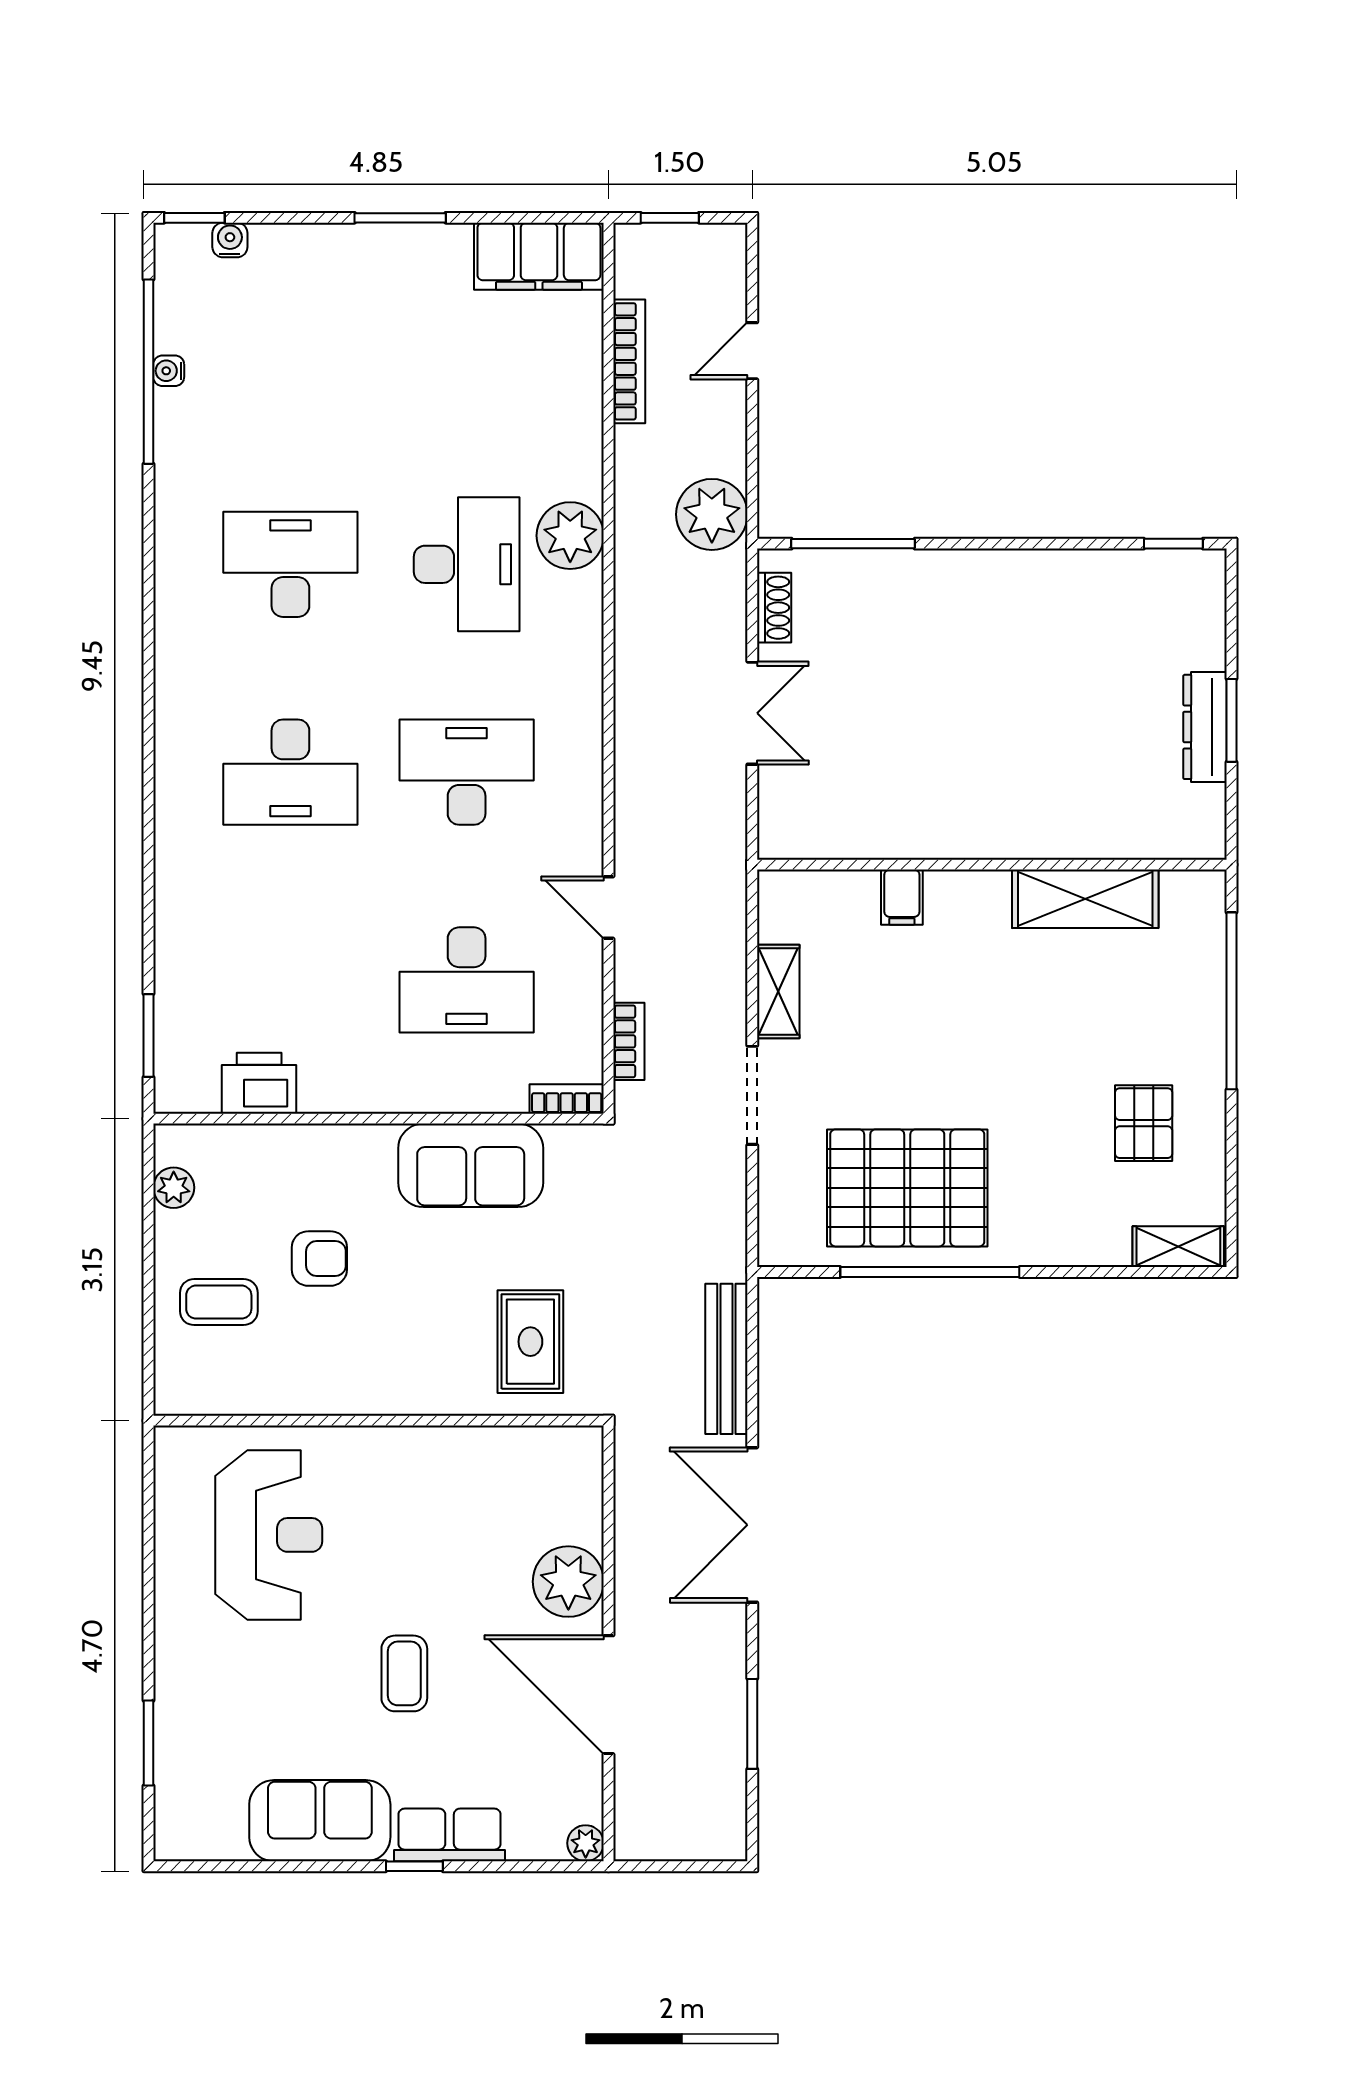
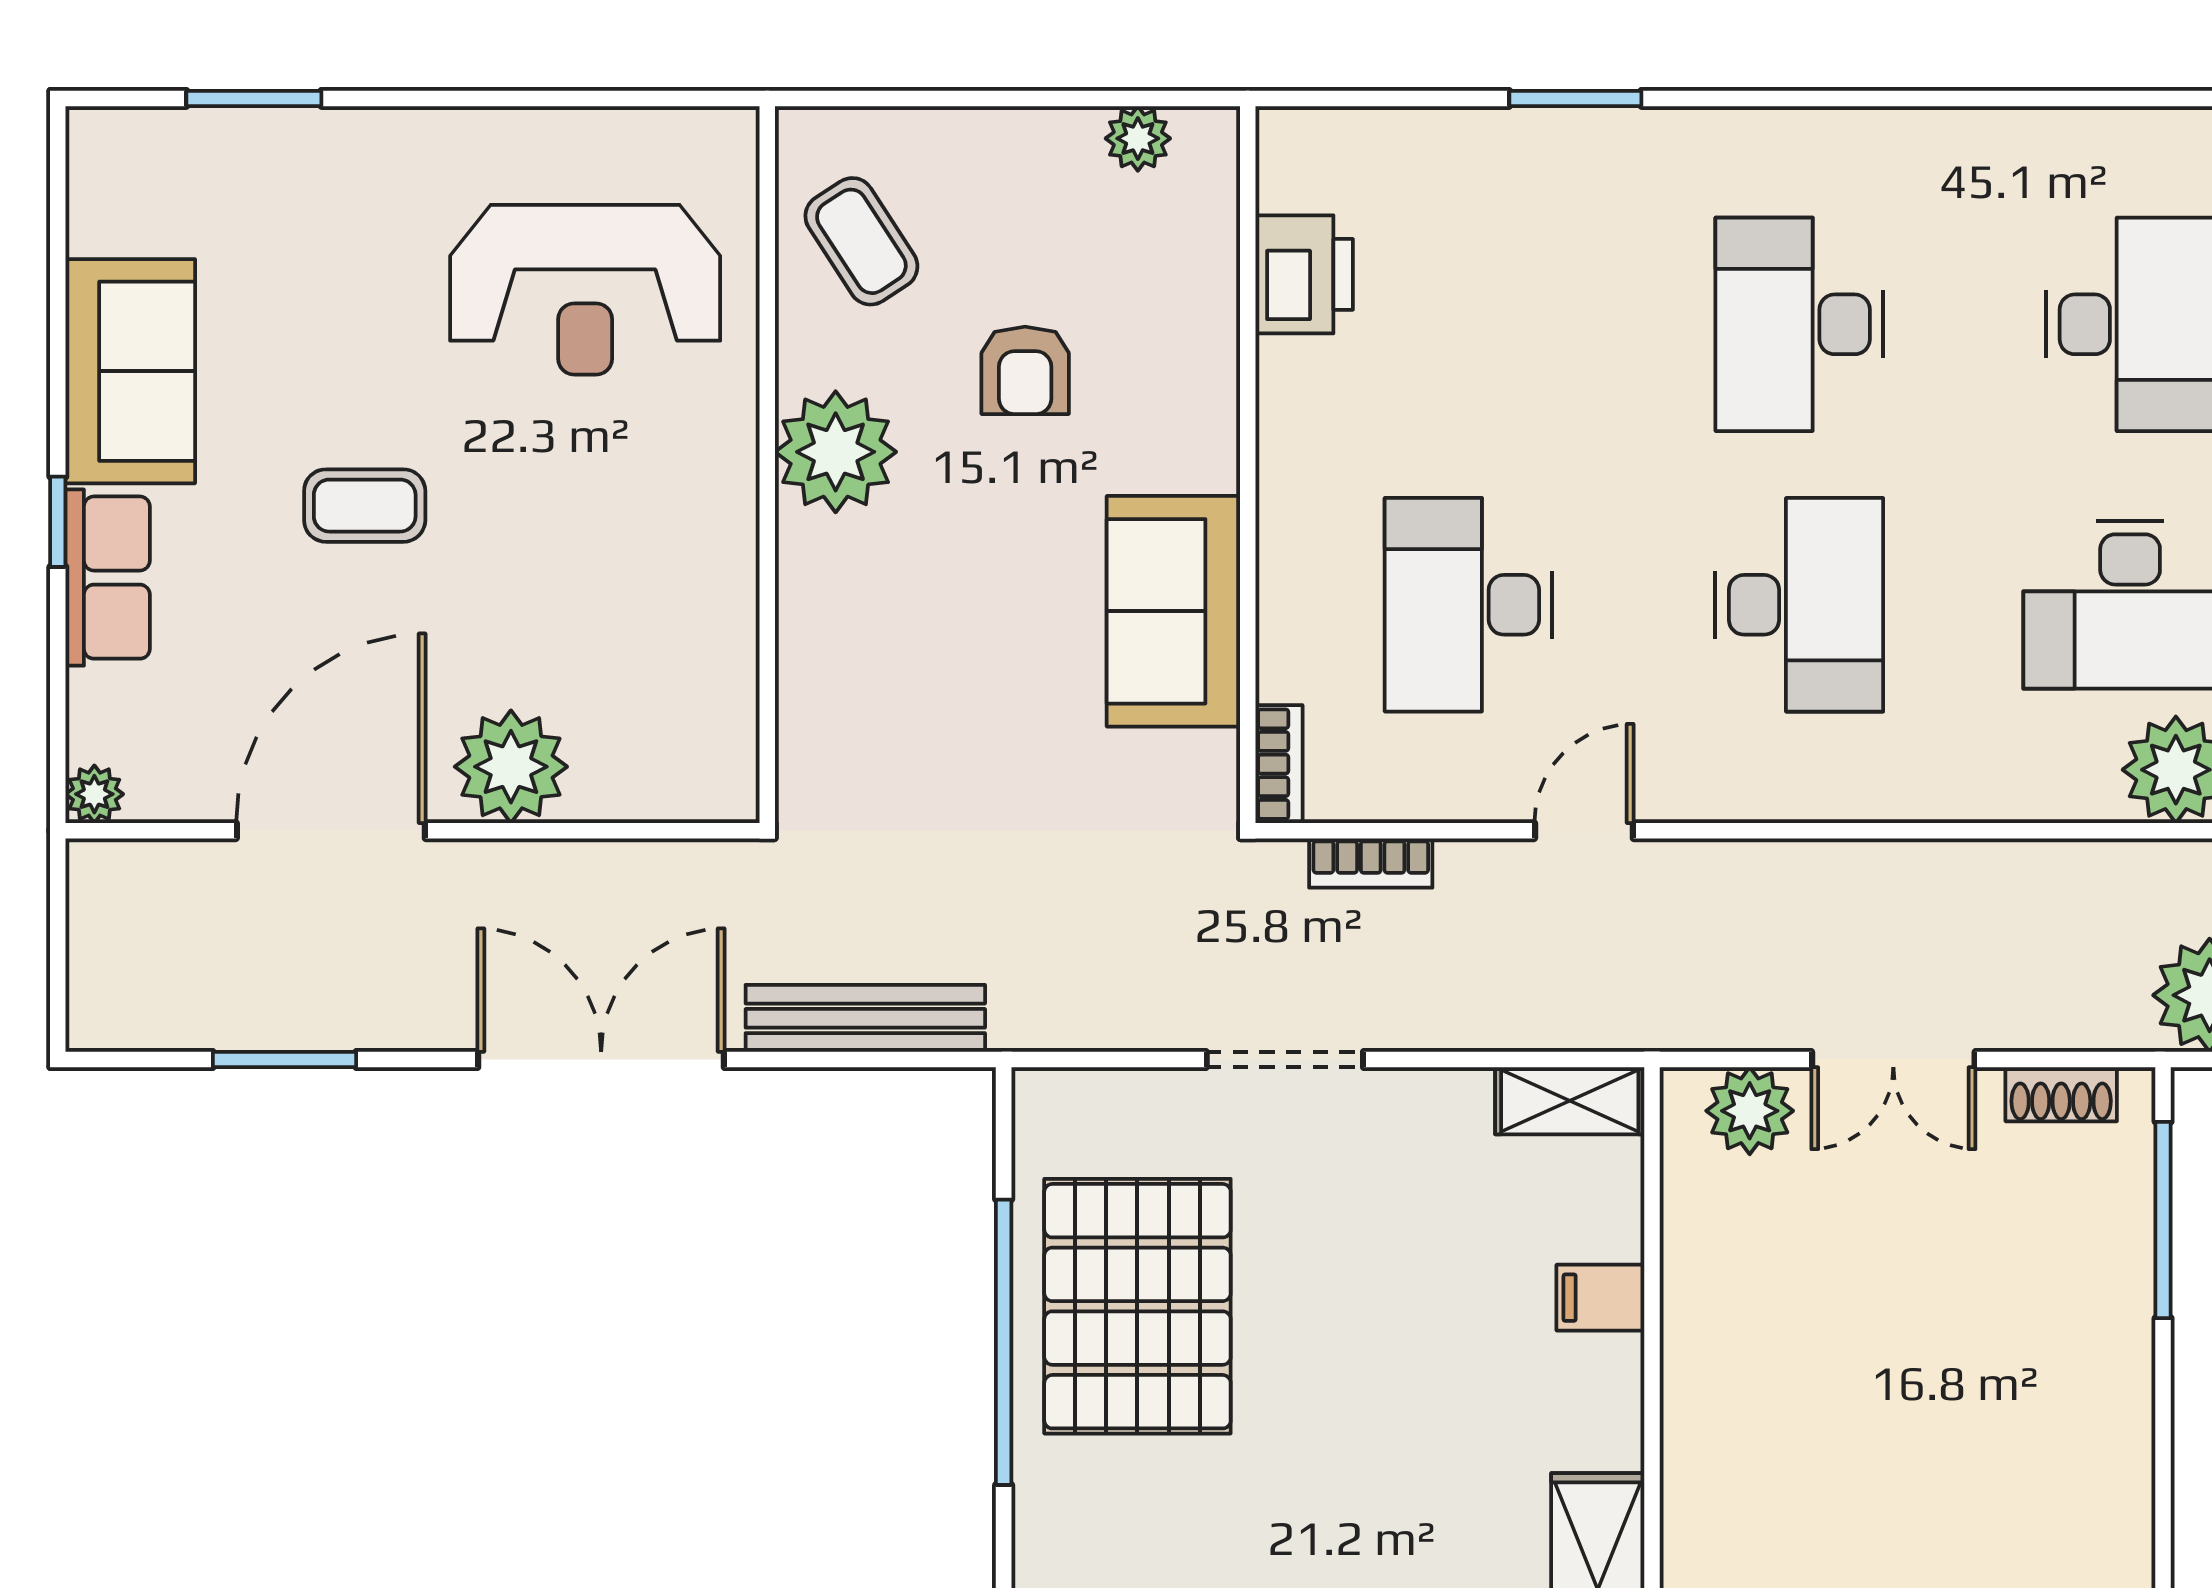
plant: (784, 803) -> (1750, 1111), added
shelving: (778, 991) -> (1570, 1101), moved
window: (148, 1035) -> (1575, 98), moved
coffee table: (219, 1302) -> (861, 241), moved, turned -33
rug: (530, 1342) -> (893, 706), removed
plant: (371, 1378) -> (836, 452), added

